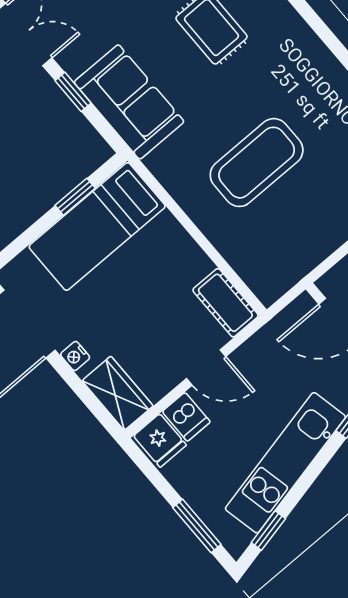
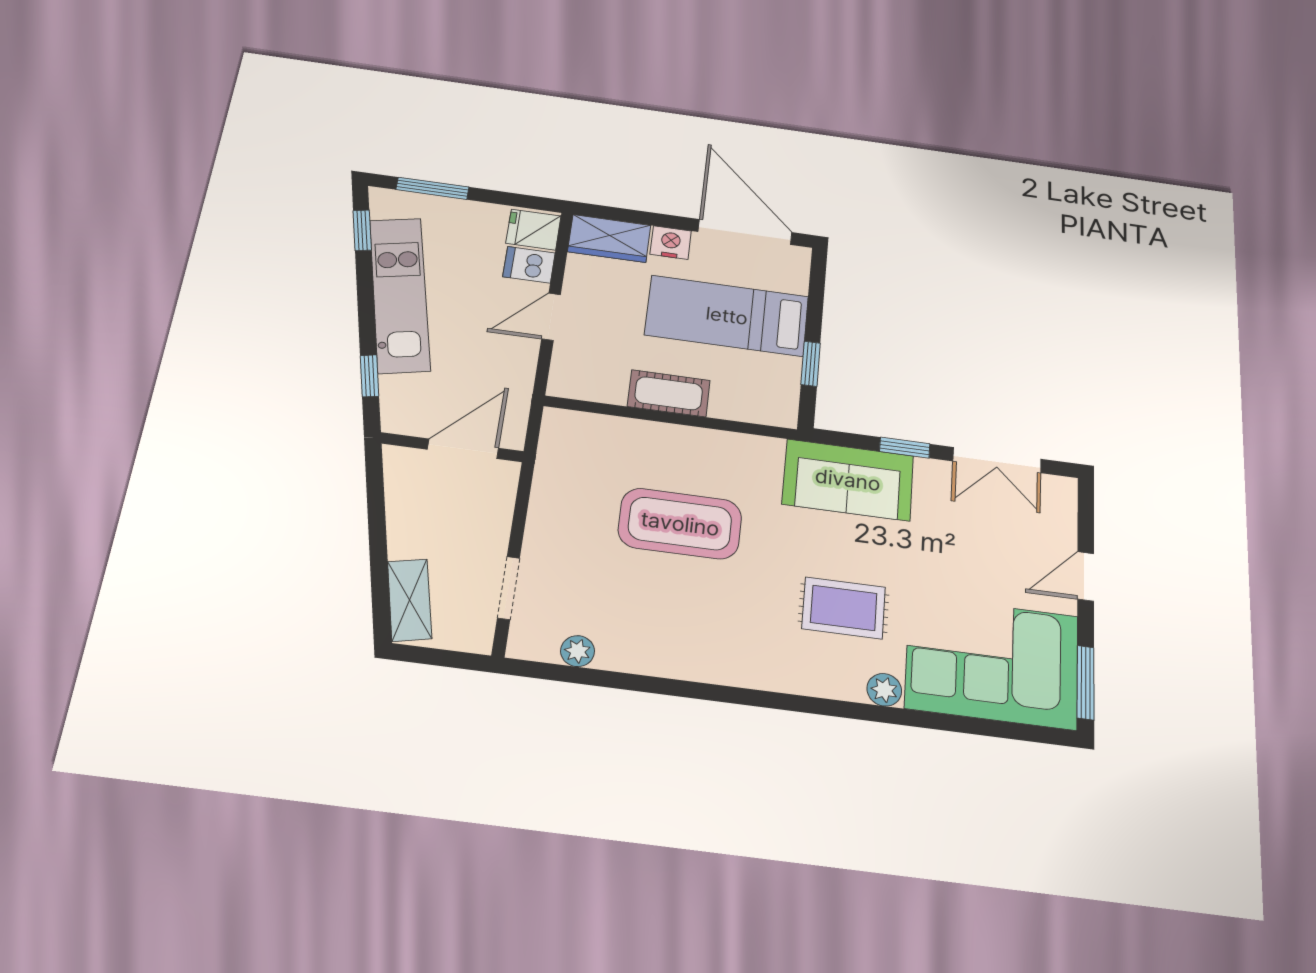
coffee table: (257, 163) -> (680, 524), turned 90
bed: (97, 227) -> (727, 316), moved, turned -90
cot: (225, 303) -> (669, 393), moved
nightstand: (75, 356) -> (671, 243), width x1.39, depth x1.35

